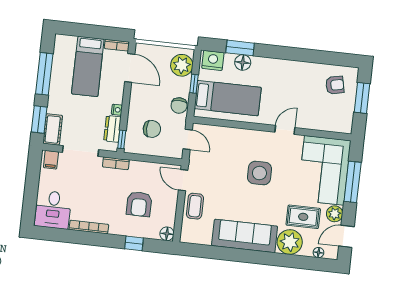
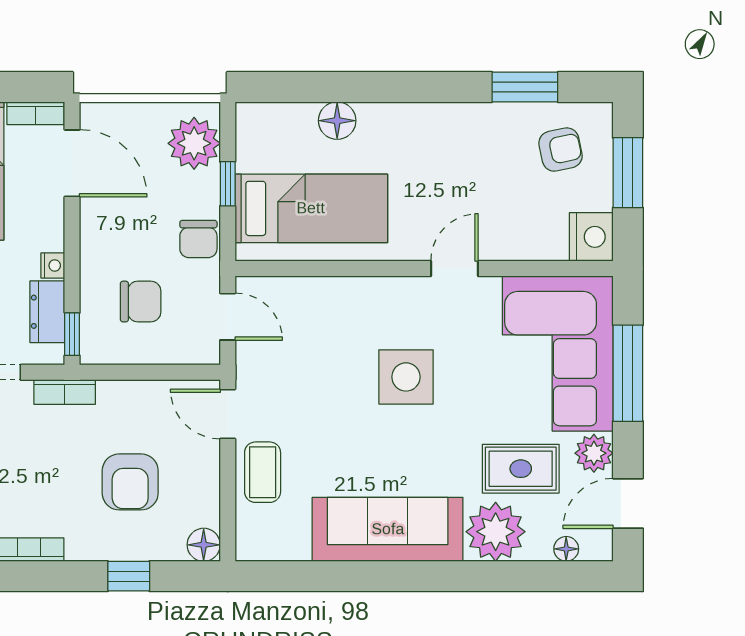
window: (240, 48) -> (525, 87), moved
nightstand: (213, 60) -> (591, 237), moved, turned 90

